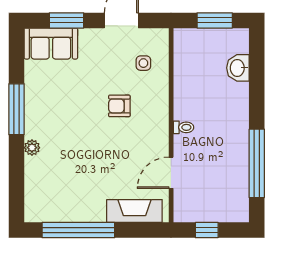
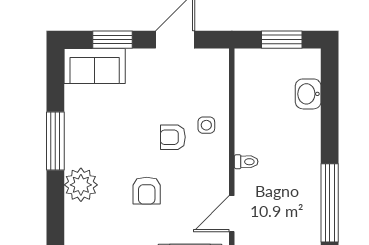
side table: (143, 63) -> (206, 125), moved
plant: (32, 148) -> (81, 185), width x1.87, depth x1.87
armchair: (96, 153) -> (147, 191), added

